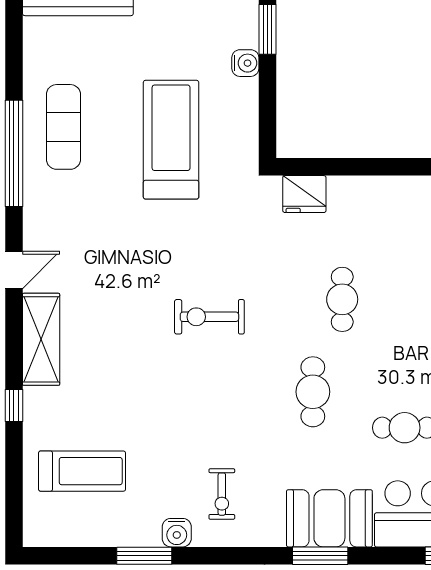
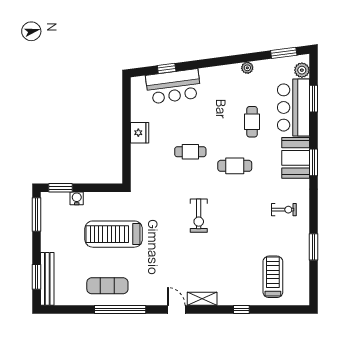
fridge: (304, 194) -> (140, 133), moved
shelving: (41, 339) -> (202, 299), width x0.67, depth x0.75
water cooler: (177, 533) -> (302, 231), removed

